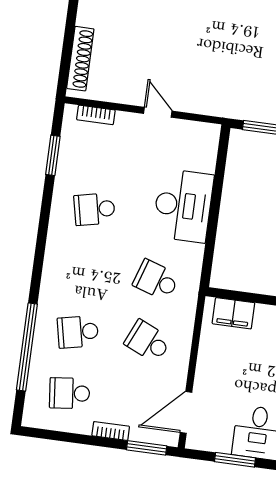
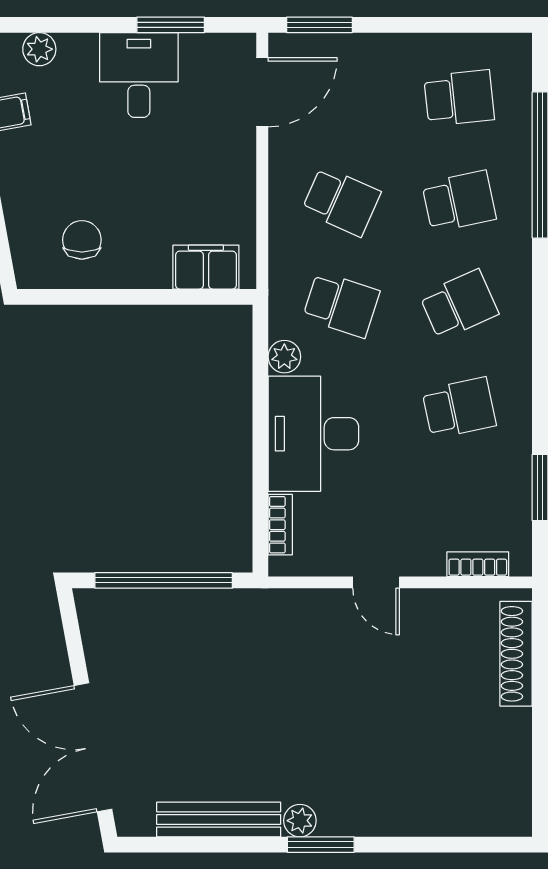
plant: (194, 254) -> (284, 357), added
school desk: (86, 271) -> (459, 305), added
bookcase: (111, 431) -> (280, 525), moved, turned -90

